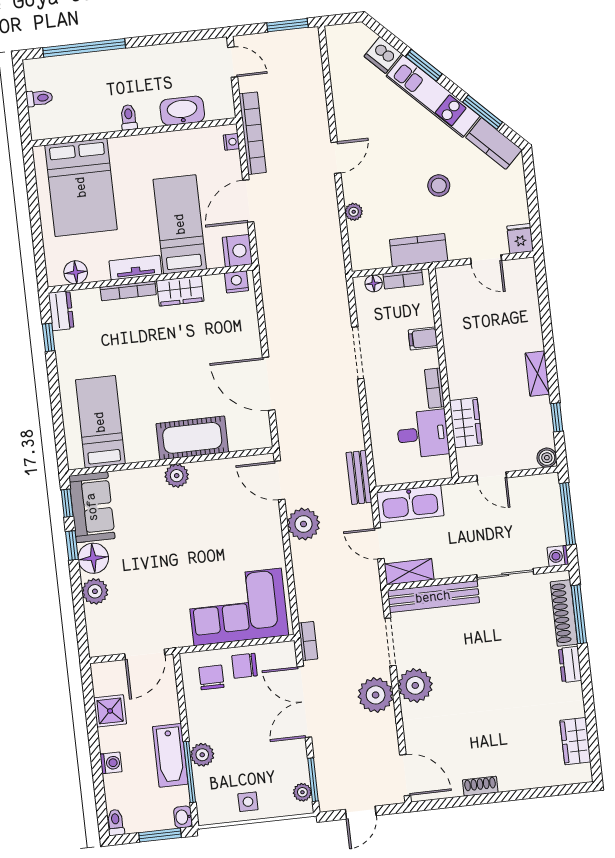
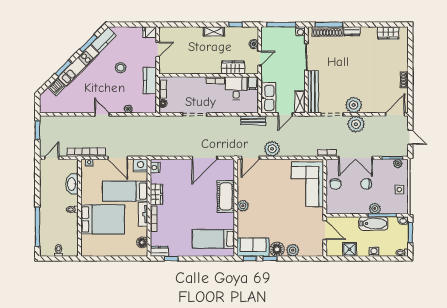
bed: (81, 187) -> (103, 219), moved
filing cabinet: (423, 339) -> (253, 83), moved
boiler: (547, 458) -> (254, 44), moved
chair: (211, 677) -> (366, 184), moved

